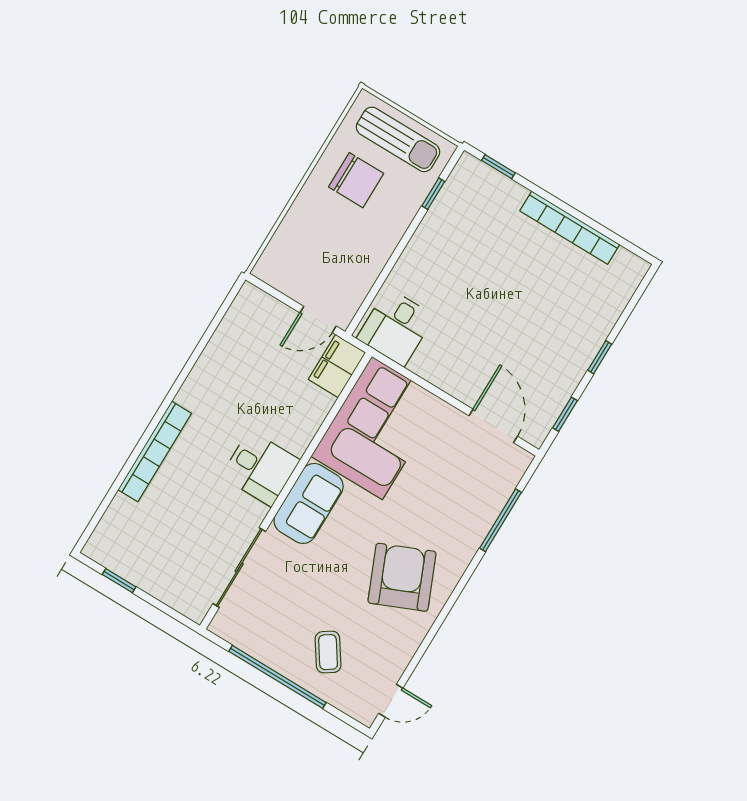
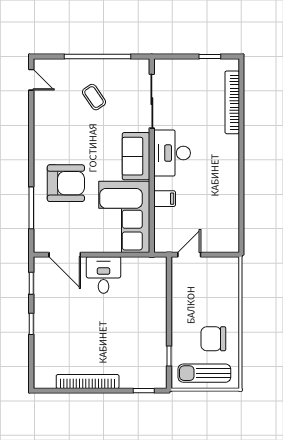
desk: (396, 327) -> (104, 275), moved
filing cabinet: (337, 366) -> (165, 199), moved, width x0.50
bookcase: (155, 452) -> (232, 102), moved
desk: (261, 468) -> (172, 153), width x1.37
armchair: (402, 577) -> (66, 183), moved, turned -67
coffee table: (328, 652) -> (94, 97), moved
door: (391, 701) -> (31, 80), swing flipped

